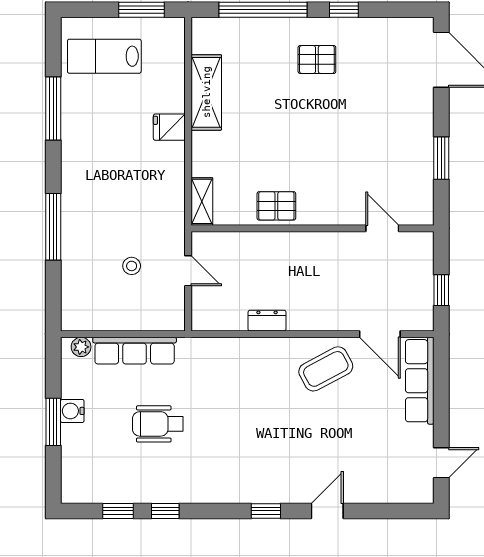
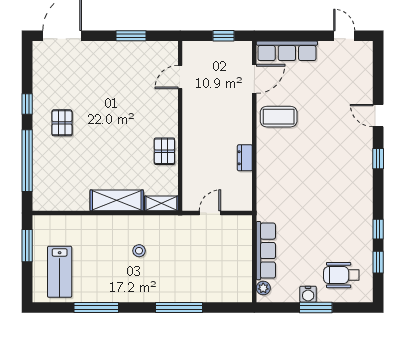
shelving: (206, 92) -> (117, 200), moved
fridge: (169, 127) -> (109, 226), removed
stool: (132, 266) -> (139, 251), moved
coffee table: (326, 369) -> (279, 117), turned -62
wheelchair: (158, 424) -> (341, 275), moved, turned 90

